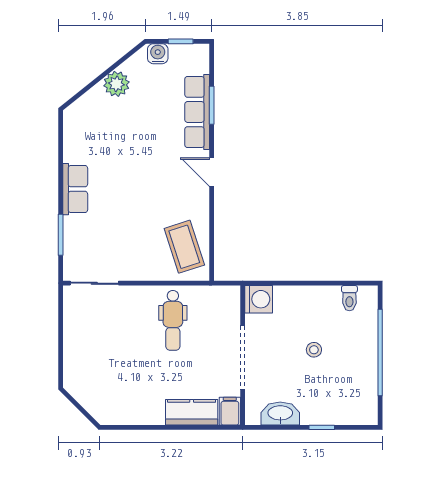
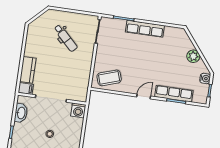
row of seats: (75, 189) -> (145, 29), width x1.48
dental chair: (173, 320) -> (66, 38), moved, turned -136

